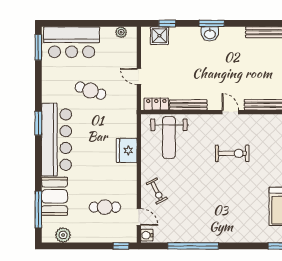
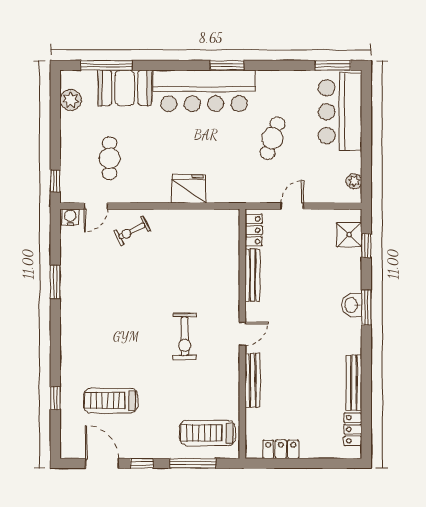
weight bench: (169, 138) -> (207, 248), removed
window: (193, 246) -> (55, 282), width x0.47

